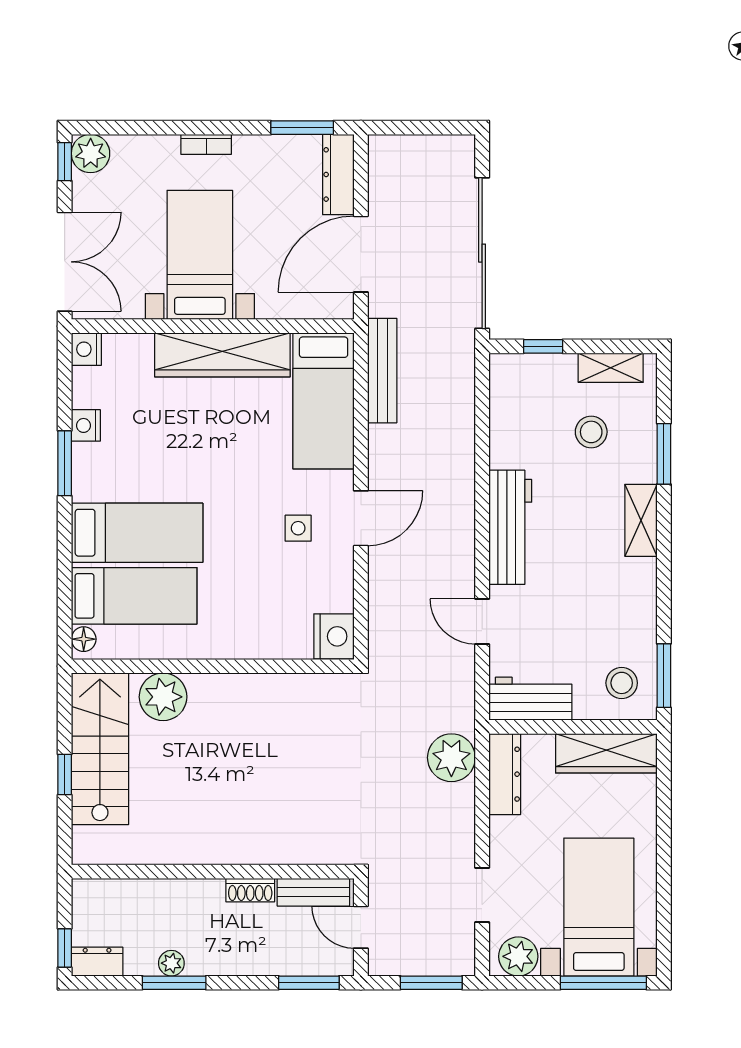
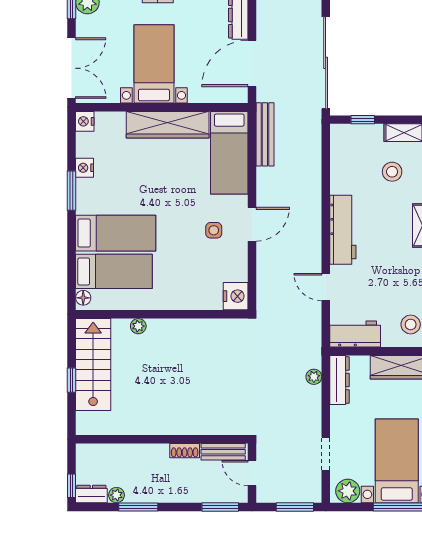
plant: (163, 697) -> (138, 326), width x0.53, depth x0.53
plant: (451, 758) -> (314, 377), width x0.53, depth x0.53
plant: (171, 963) -> (116, 495), moved

